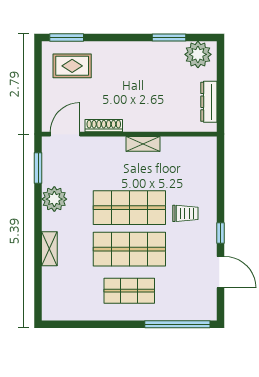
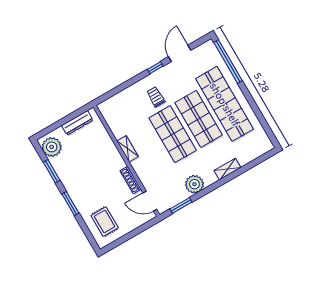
window: (67, 37) -> (70, 204), moved
shop shelf: (129, 291) -> (225, 104), width x2.00, depth x1.36

